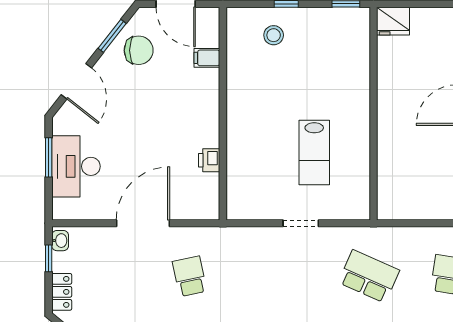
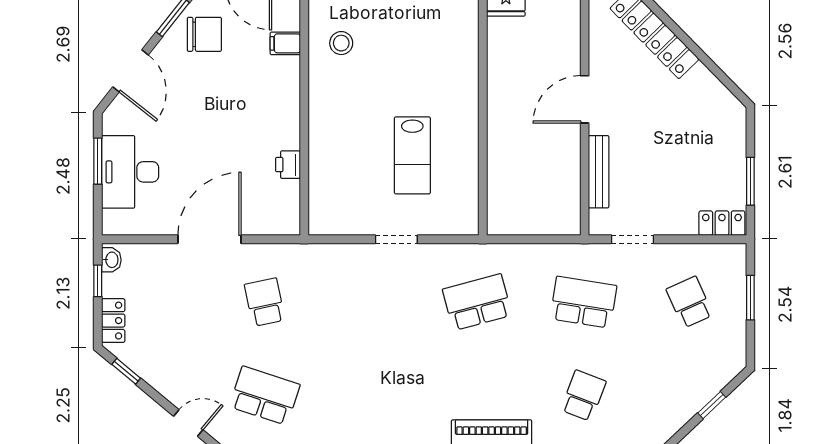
stool: (274, 35) -> (341, 43), moved
school desk: (369, 276) -> (477, 302), turned -39

